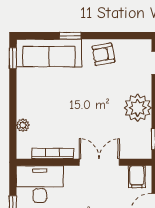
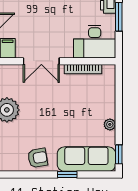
plant: (23, 125) -> (110, 124), moved

